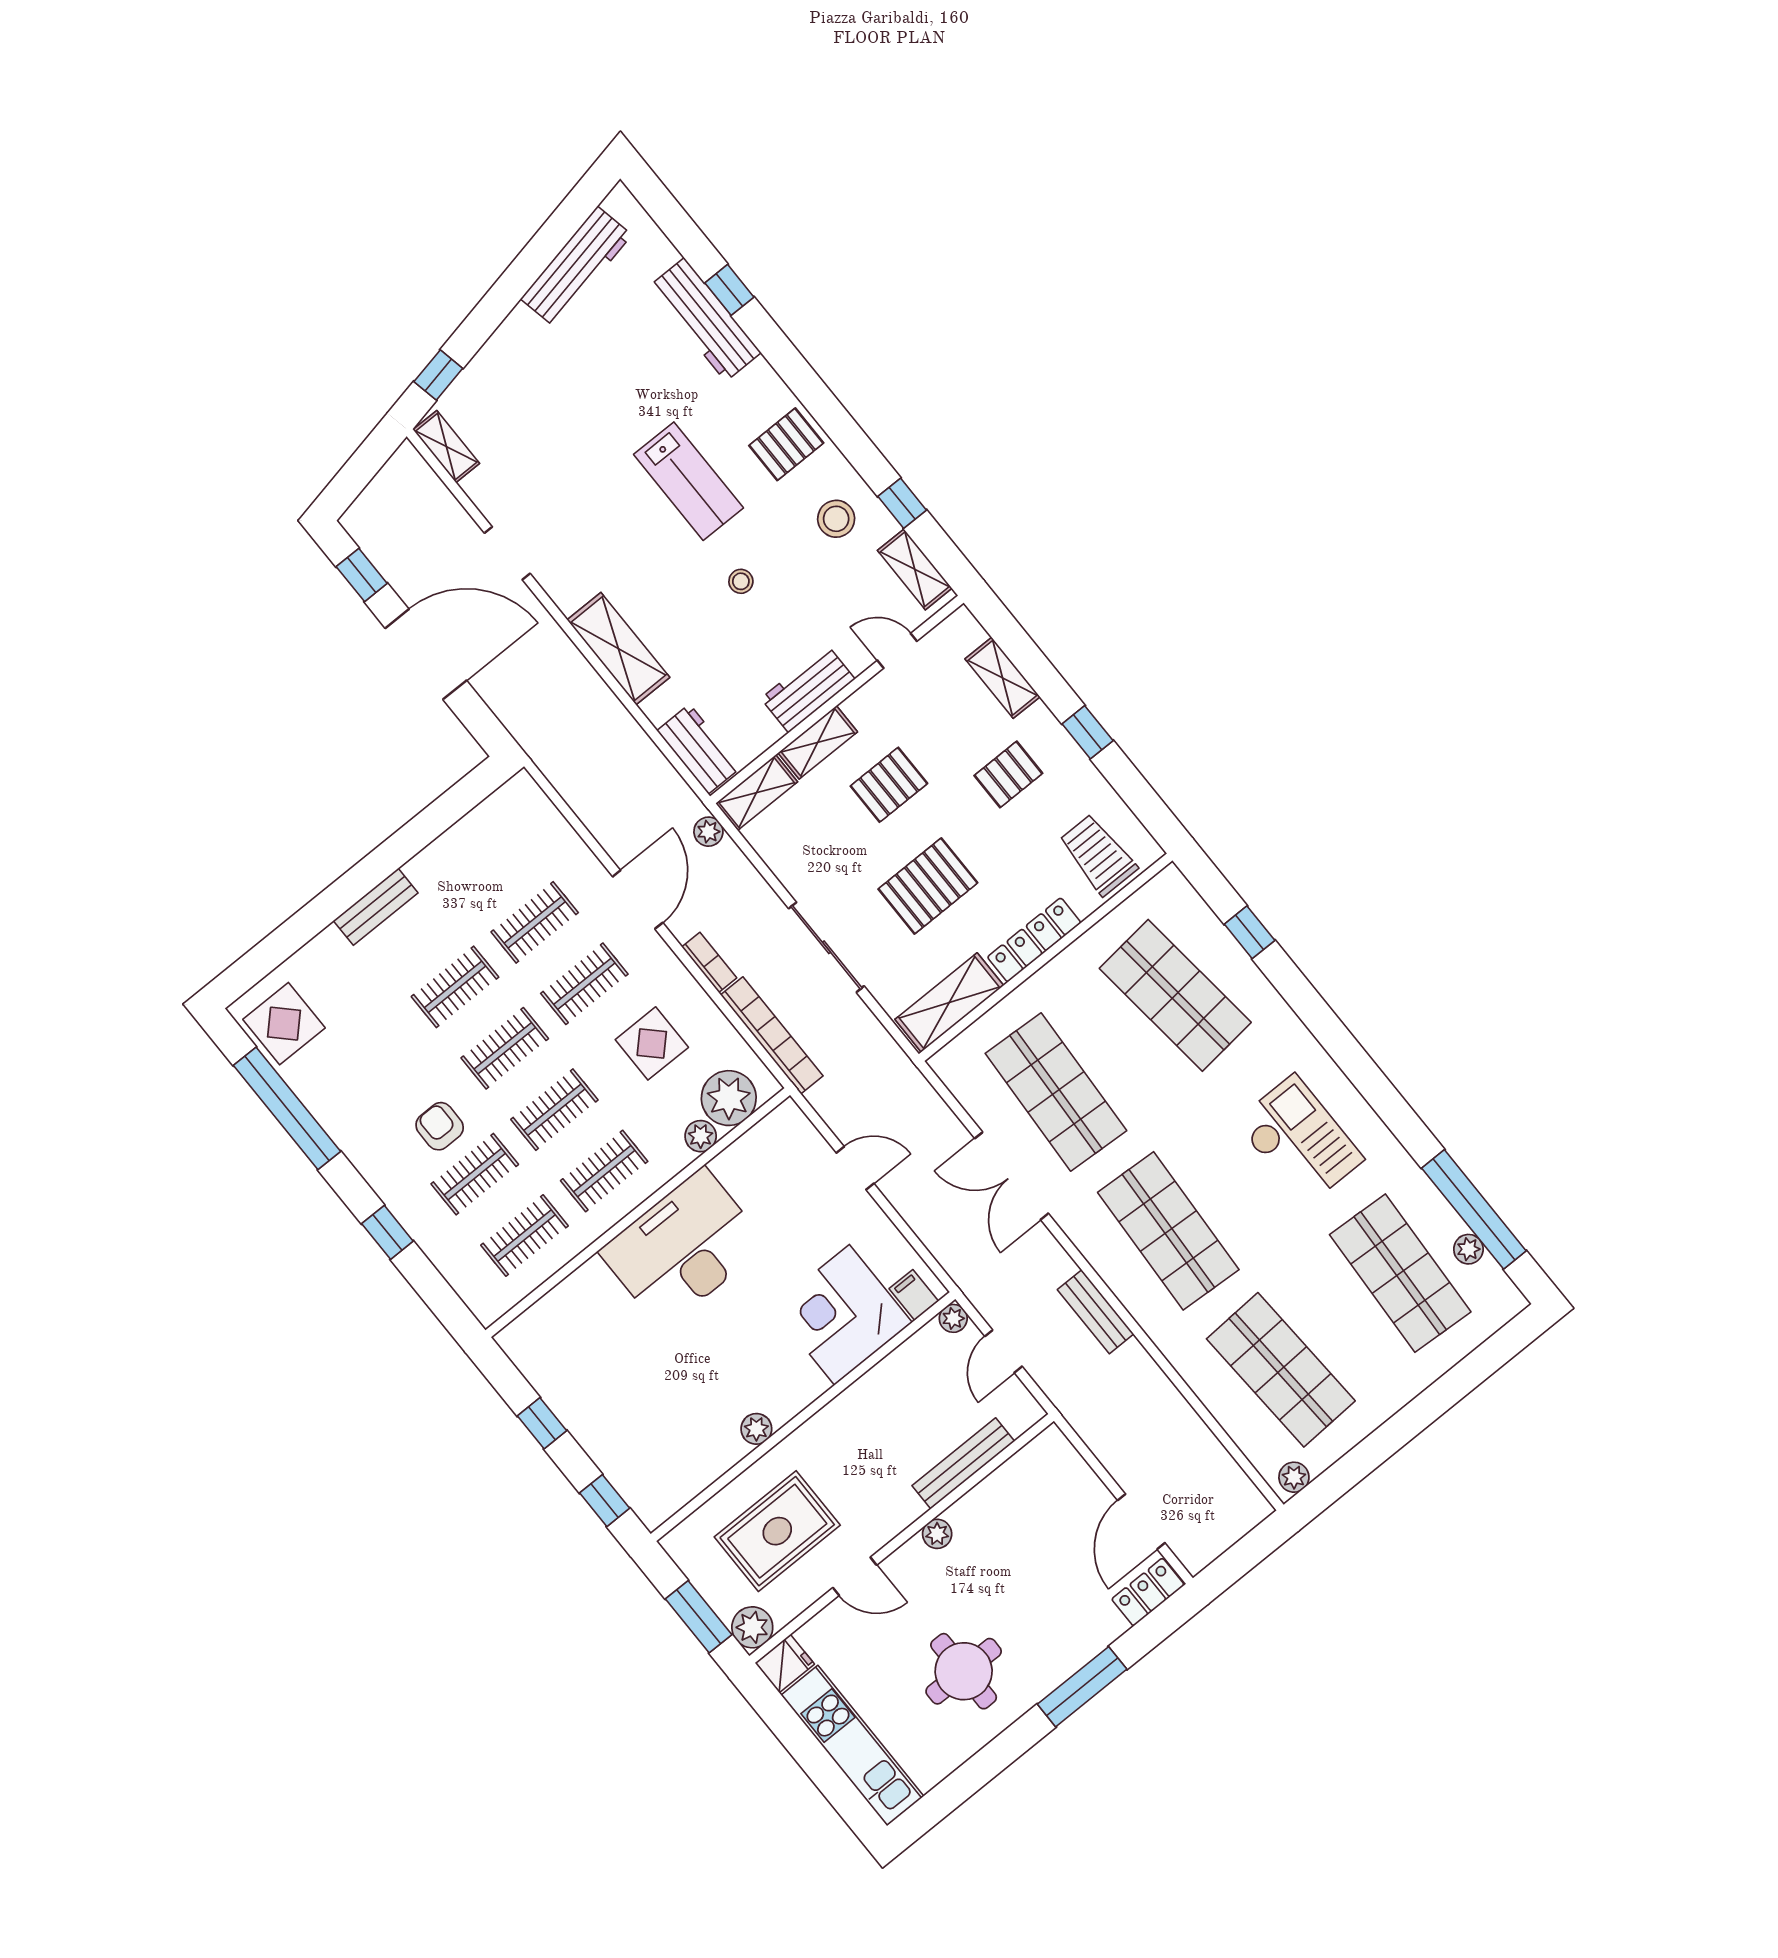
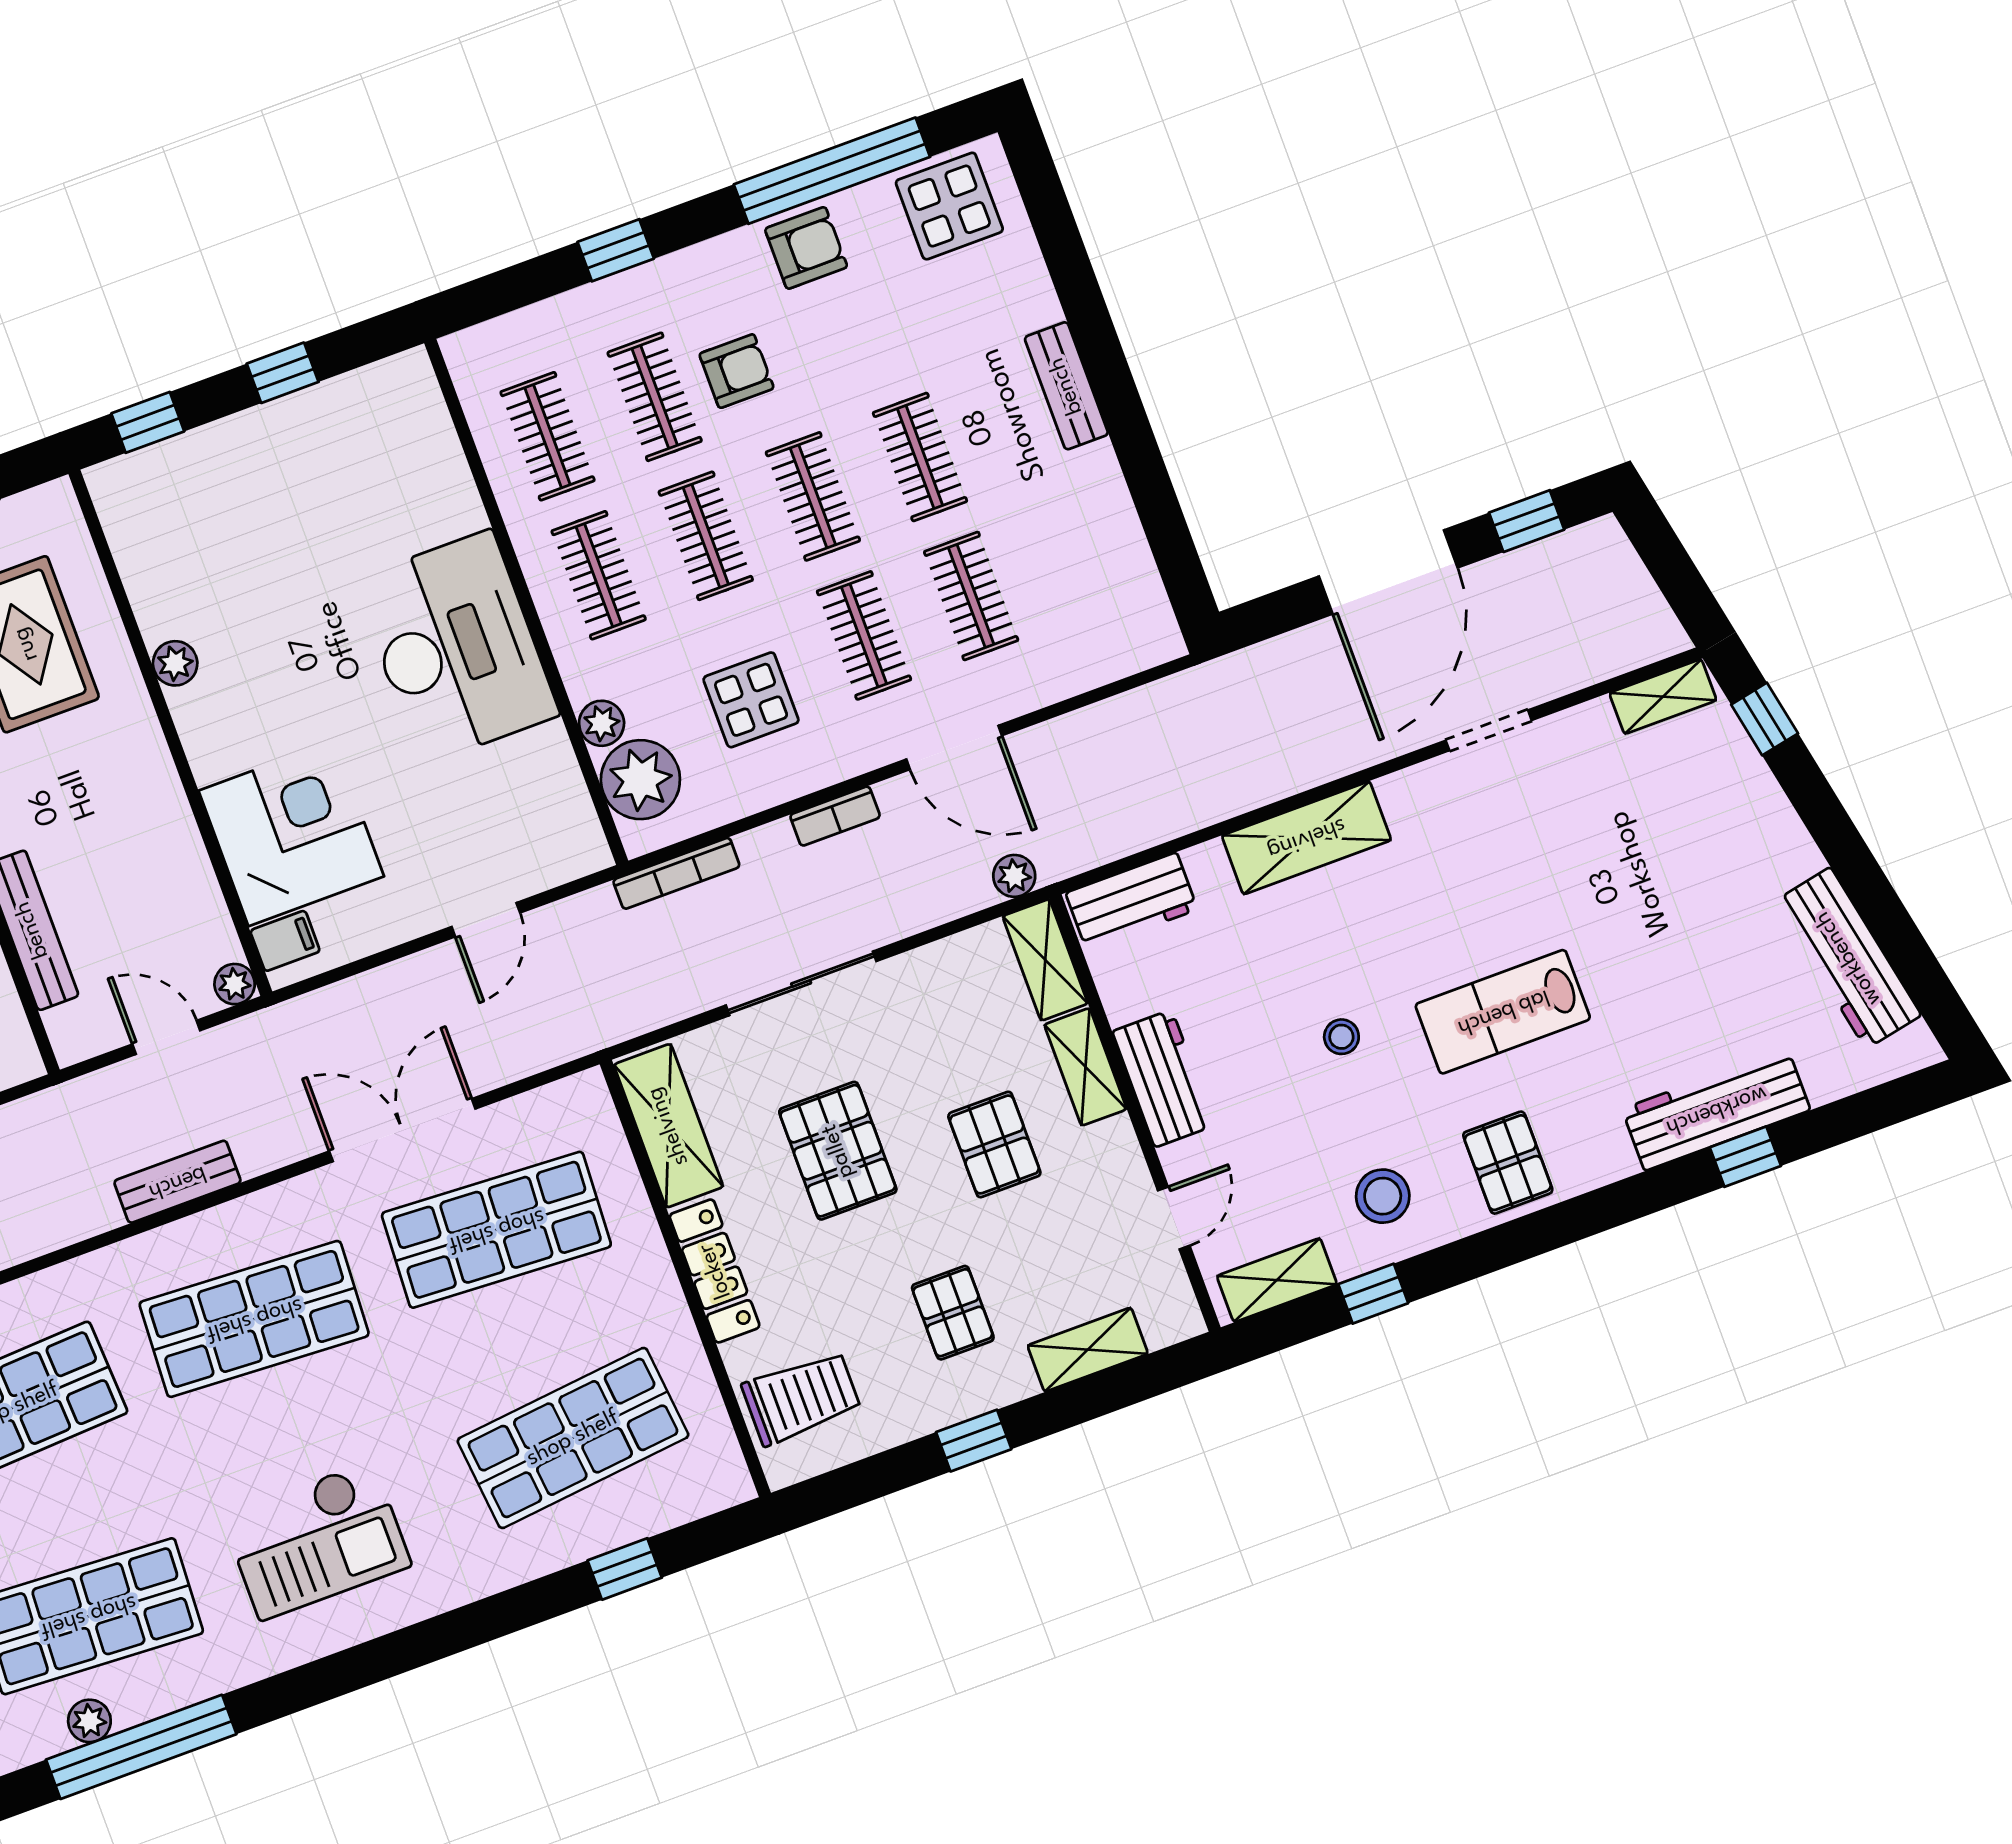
bookcase: (772, 1035) -> (676, 873), width x0.68, depth x0.76
armchair: (343, 1108) -> (806, 248), added

